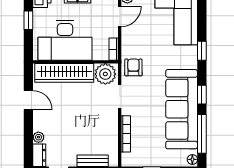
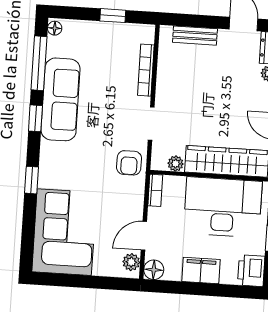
plant: (105, 74) -> (176, 164), width x0.53, depth x0.53
sofa: (182, 109) -> (61, 99), width x0.74, depth x0.79

